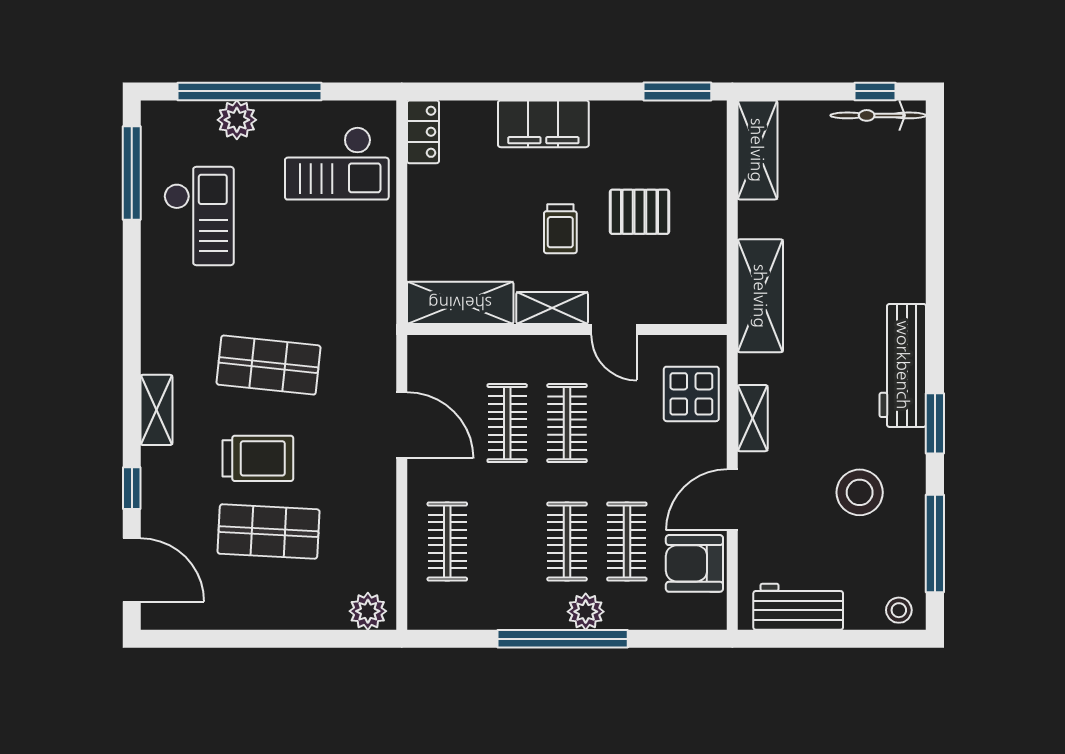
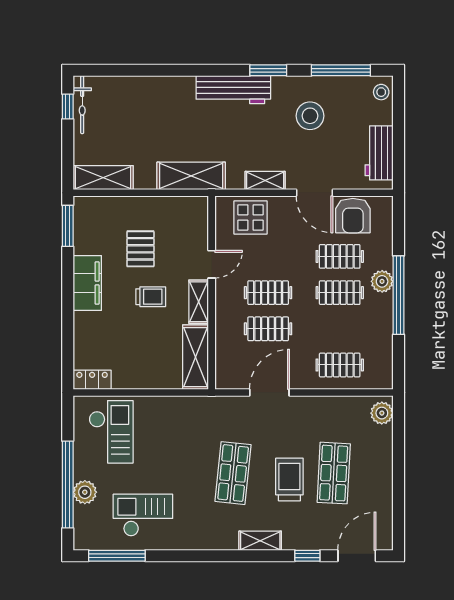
filing cabinet: (543, 124) -> (87, 283), moved

